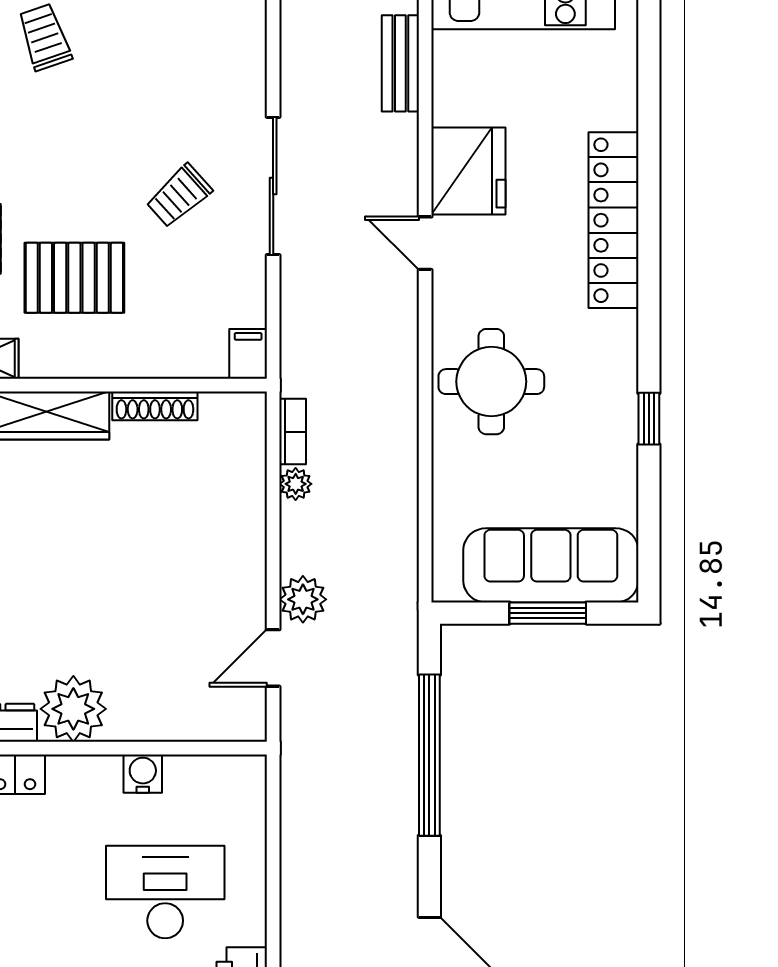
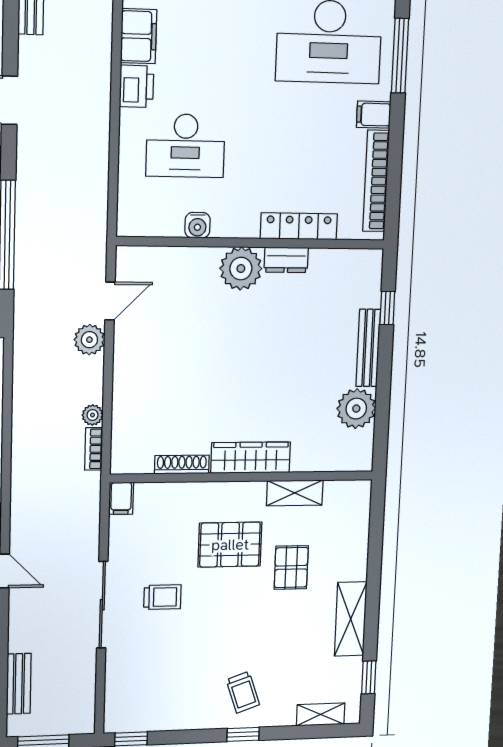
trolley: (179, 196) -> (162, 597), turned 42

